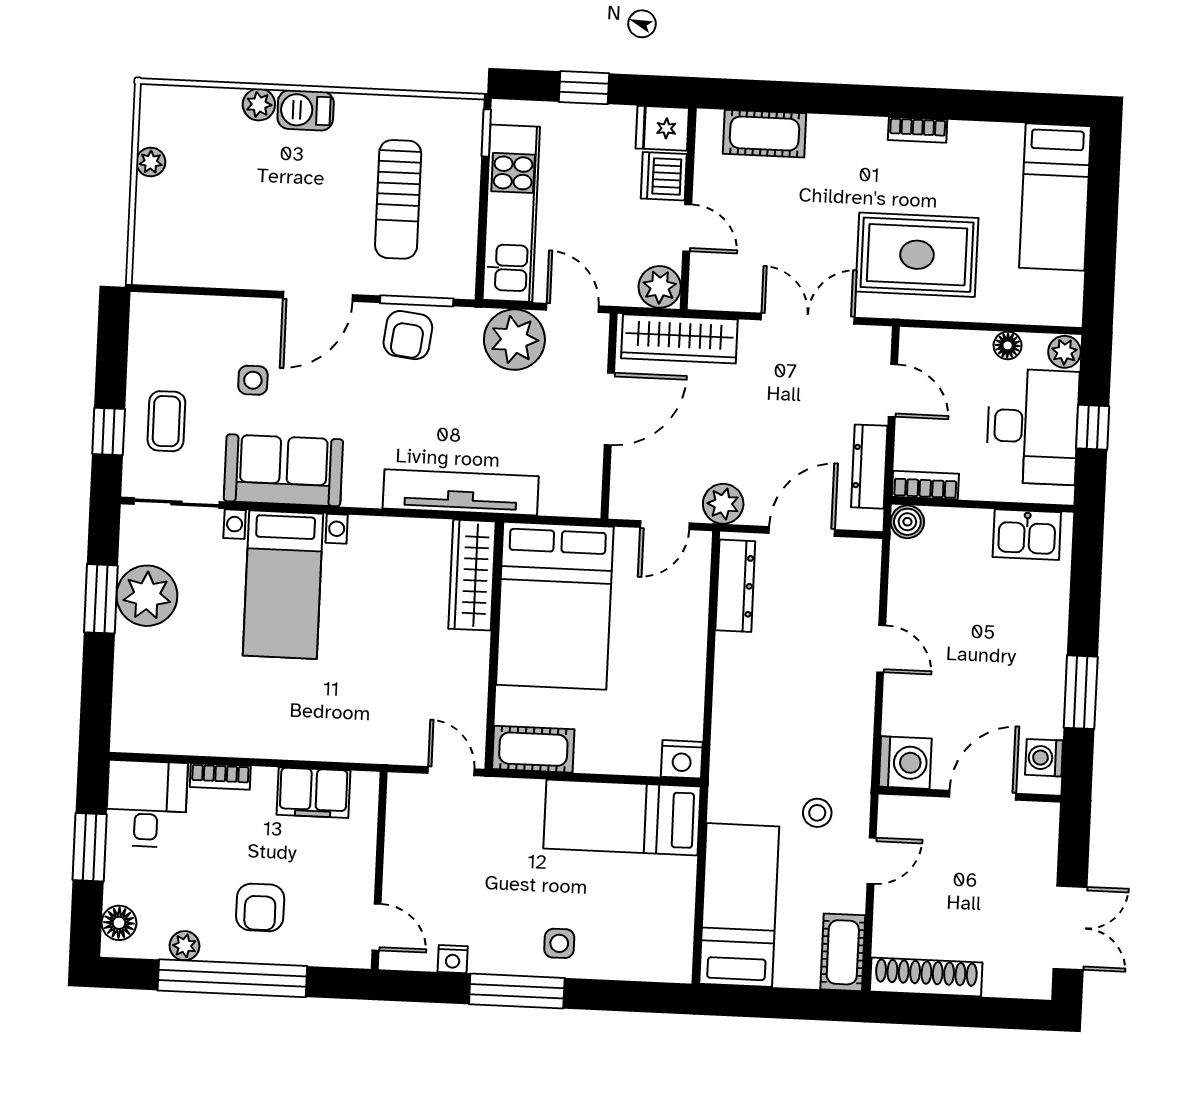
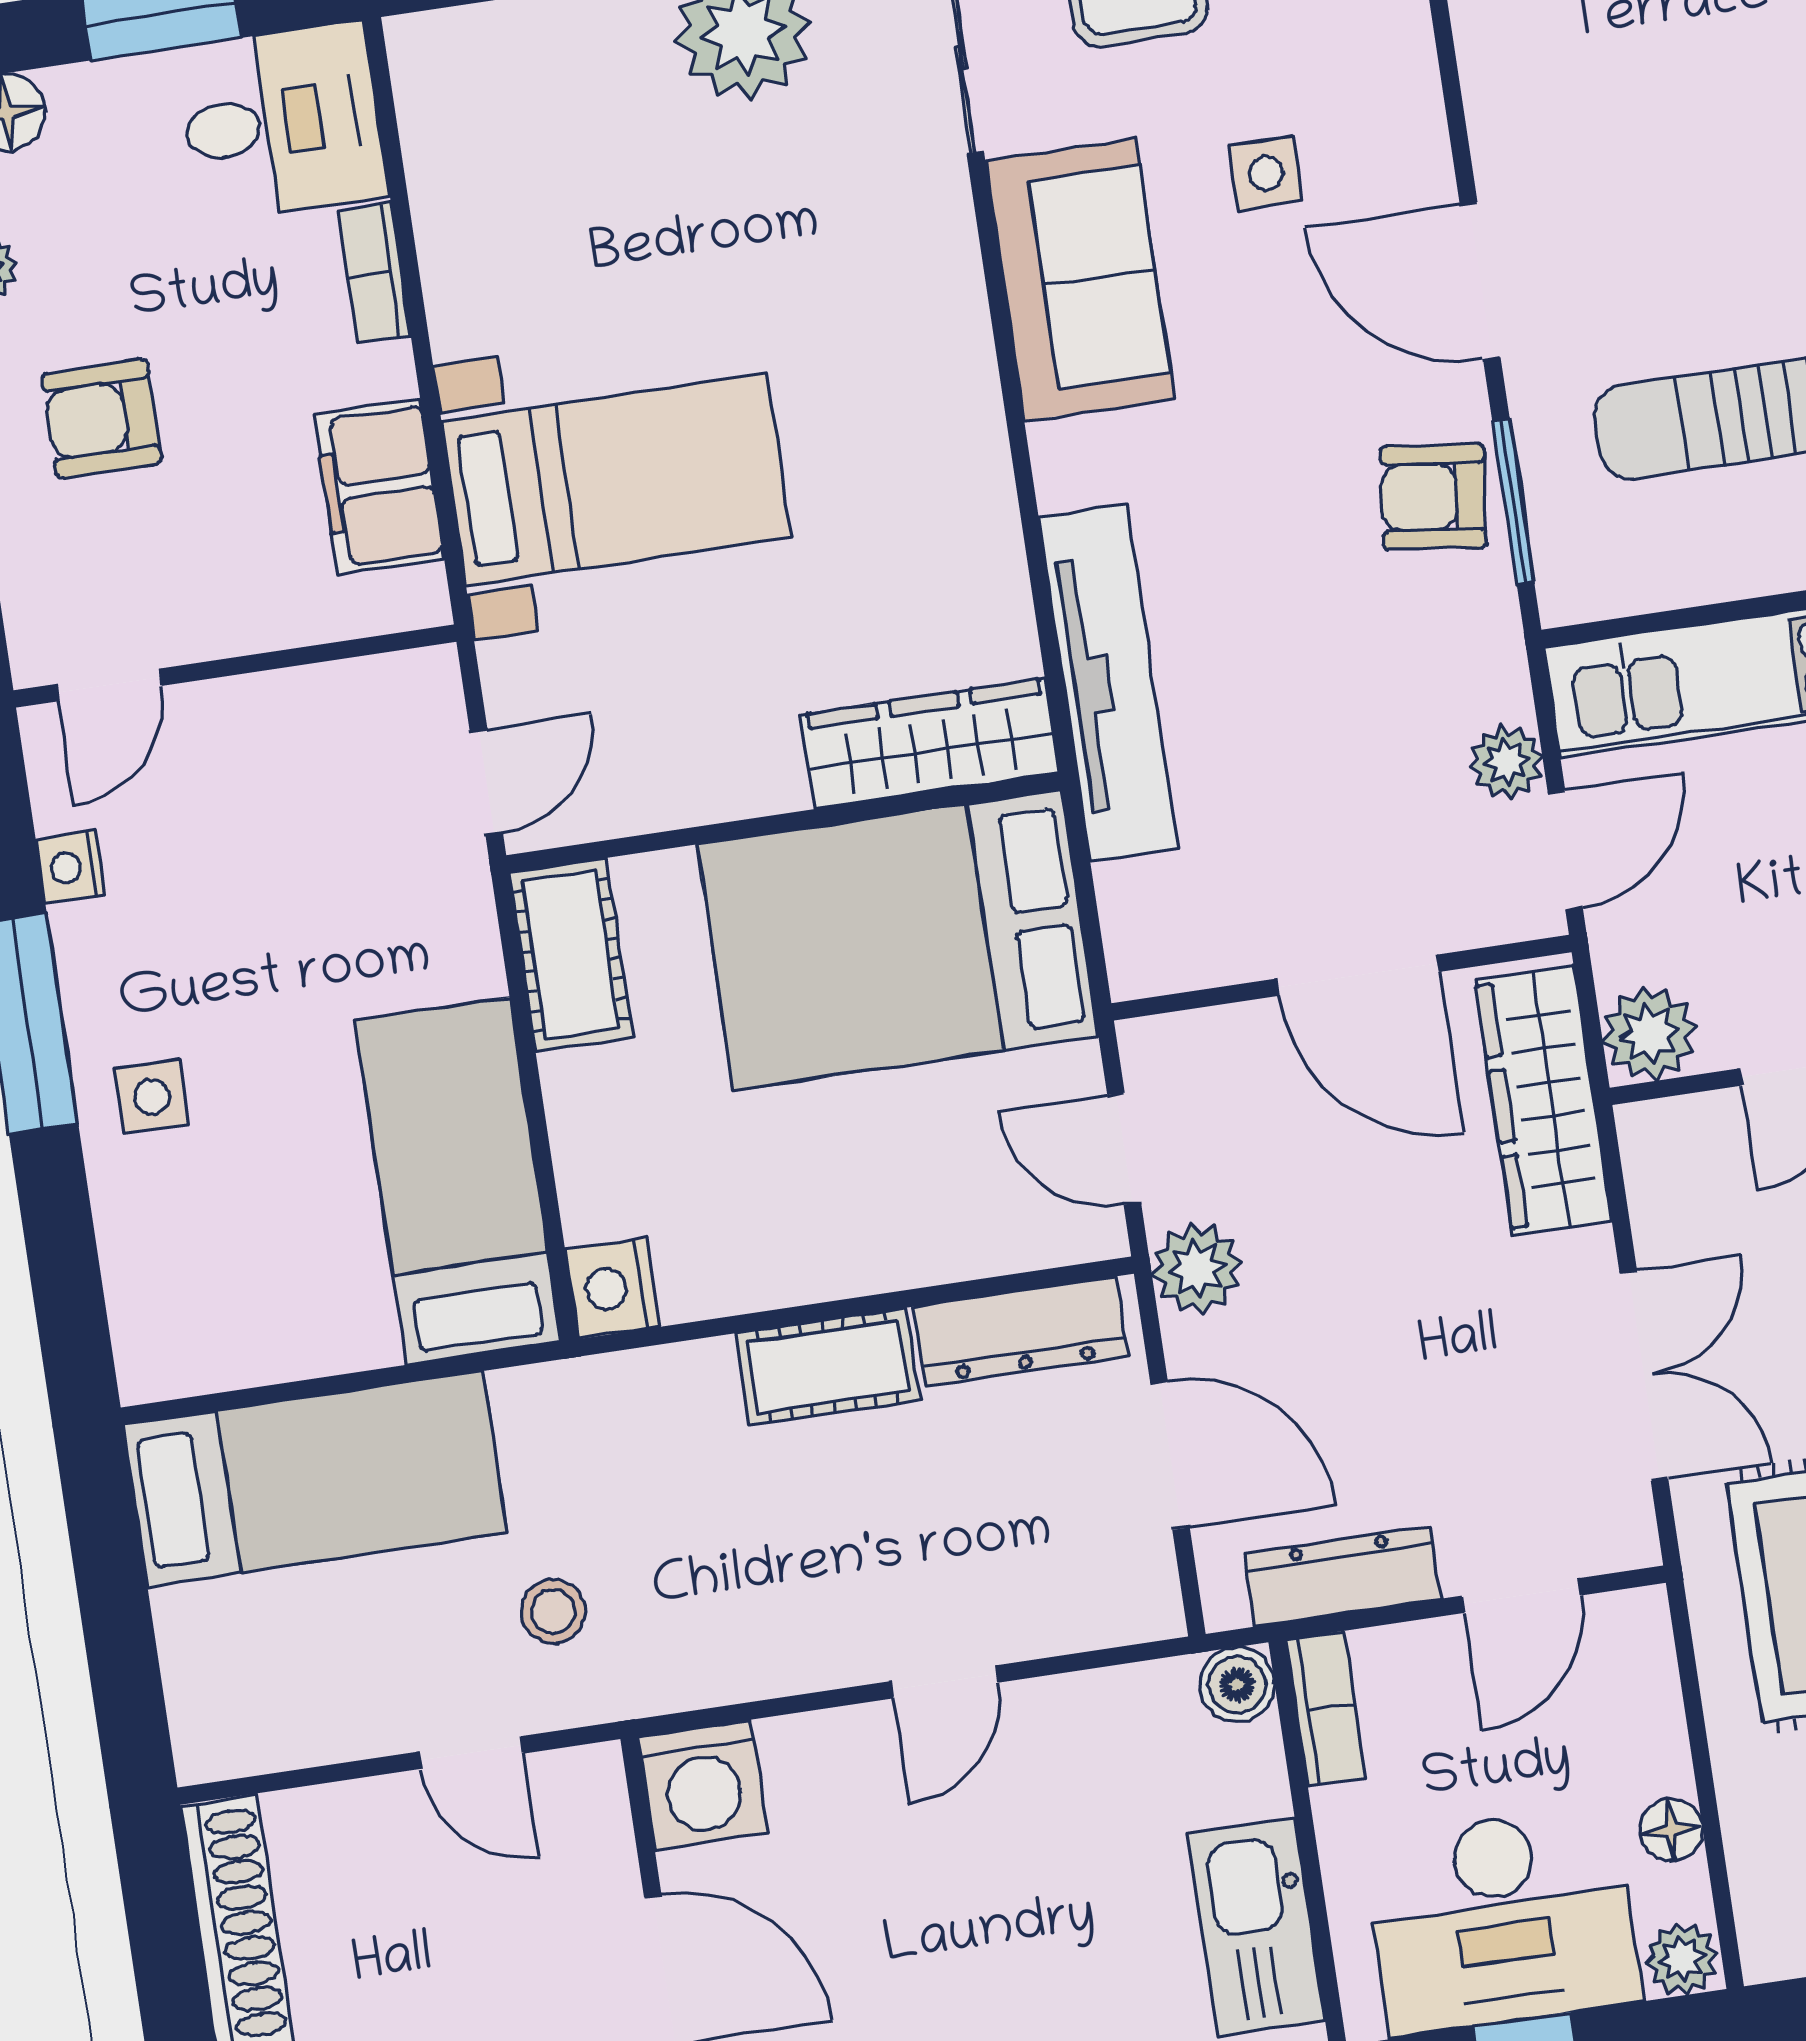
plant: (514, 340) -> (1506, 762), width x0.53, depth x0.53
kitchen sink: (1027, 535) -> (1256, 1927), width x1.38
bed with nightstands: (283, 585) -> (616, 479), moved, turned 180
cot: (843, 952) -> (828, 1367), moved

